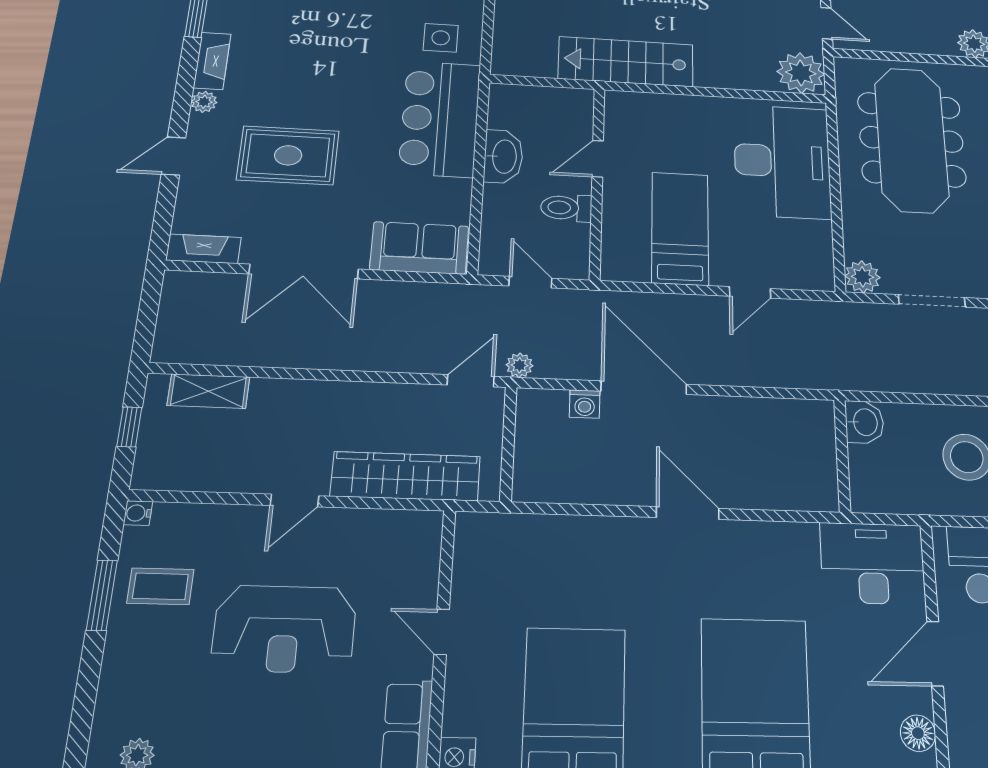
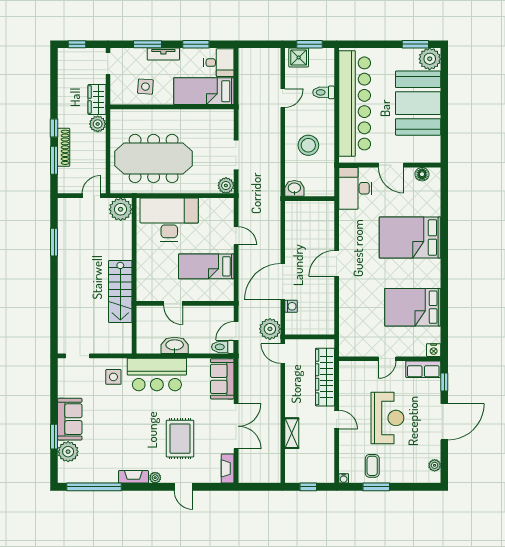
toilet: (566, 208) -> (223, 347), moved, turned 90
plant: (519, 365) -> (270, 329), width x1.88, depth x1.88
shelving: (209, 391) -> (292, 433), moved

